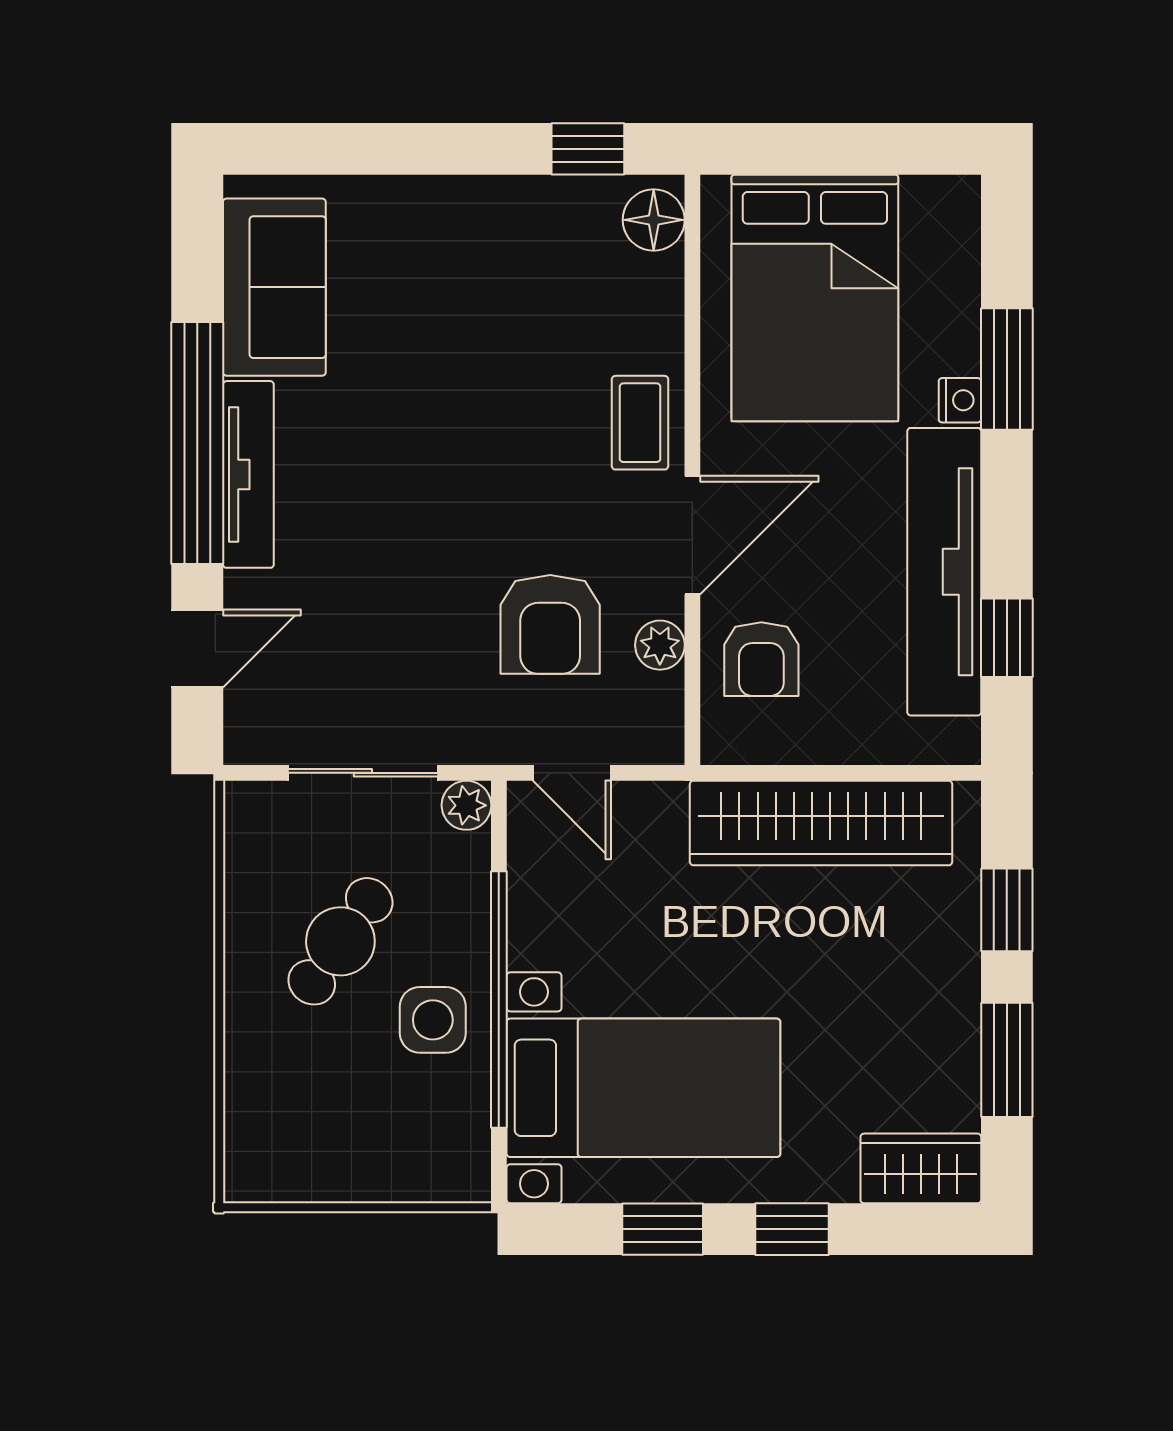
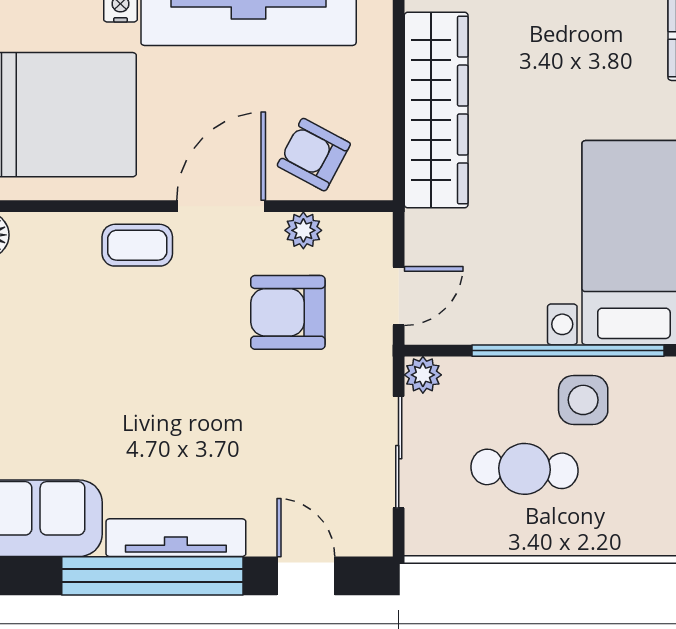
door: (692, 535) -> (221, 206), hinge flipped
armchair: (550, 624) -> (288, 312), turned 180
armchair: (761, 659) -> (314, 155), turned -152
cafe table: (340, 941) -> (524, 469), turned -32

